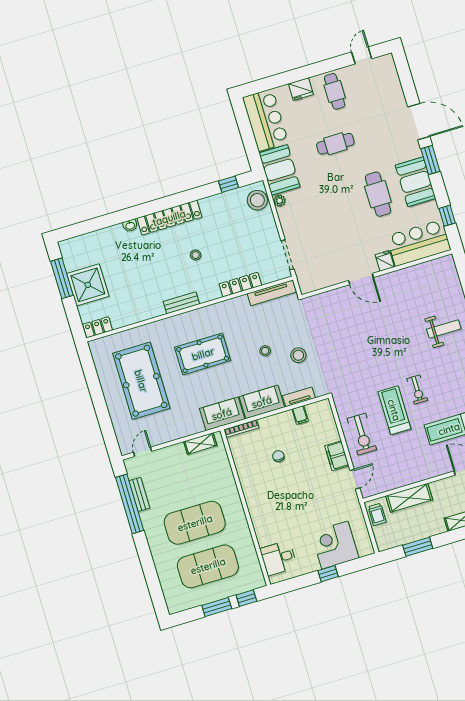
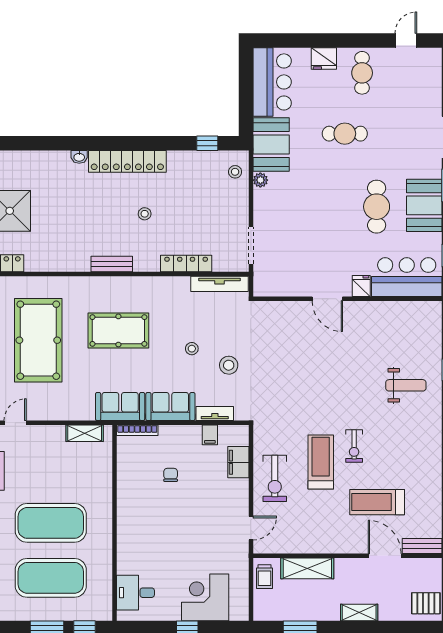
stool: (257, 200) -> (235, 172), width x0.53, depth x0.53
filing cabinet: (337, 456) -> (238, 462), moved

